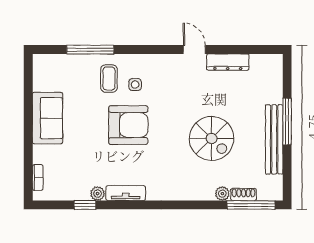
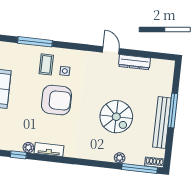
shoe rack: (244, 194) -> (154, 162), moved

